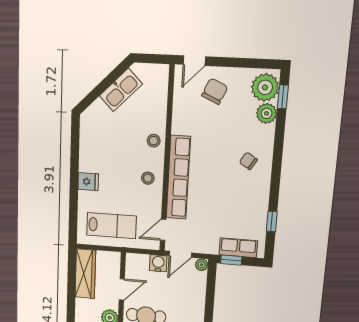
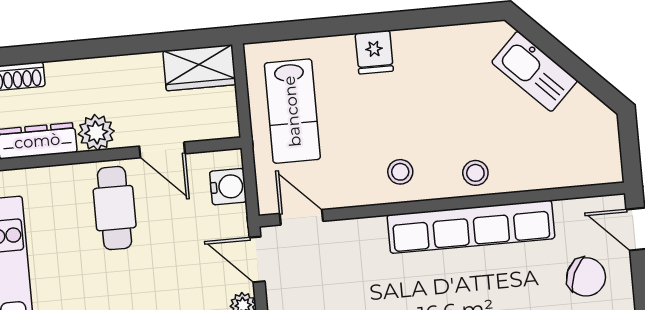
kitchen sink: (121, 90) -> (534, 71), moved
row of seats: (178, 177) -> (471, 227), moved
water cooler: (158, 263) -> (228, 187), moved
wardrobe: (85, 274) -> (199, 68), width x0.67

